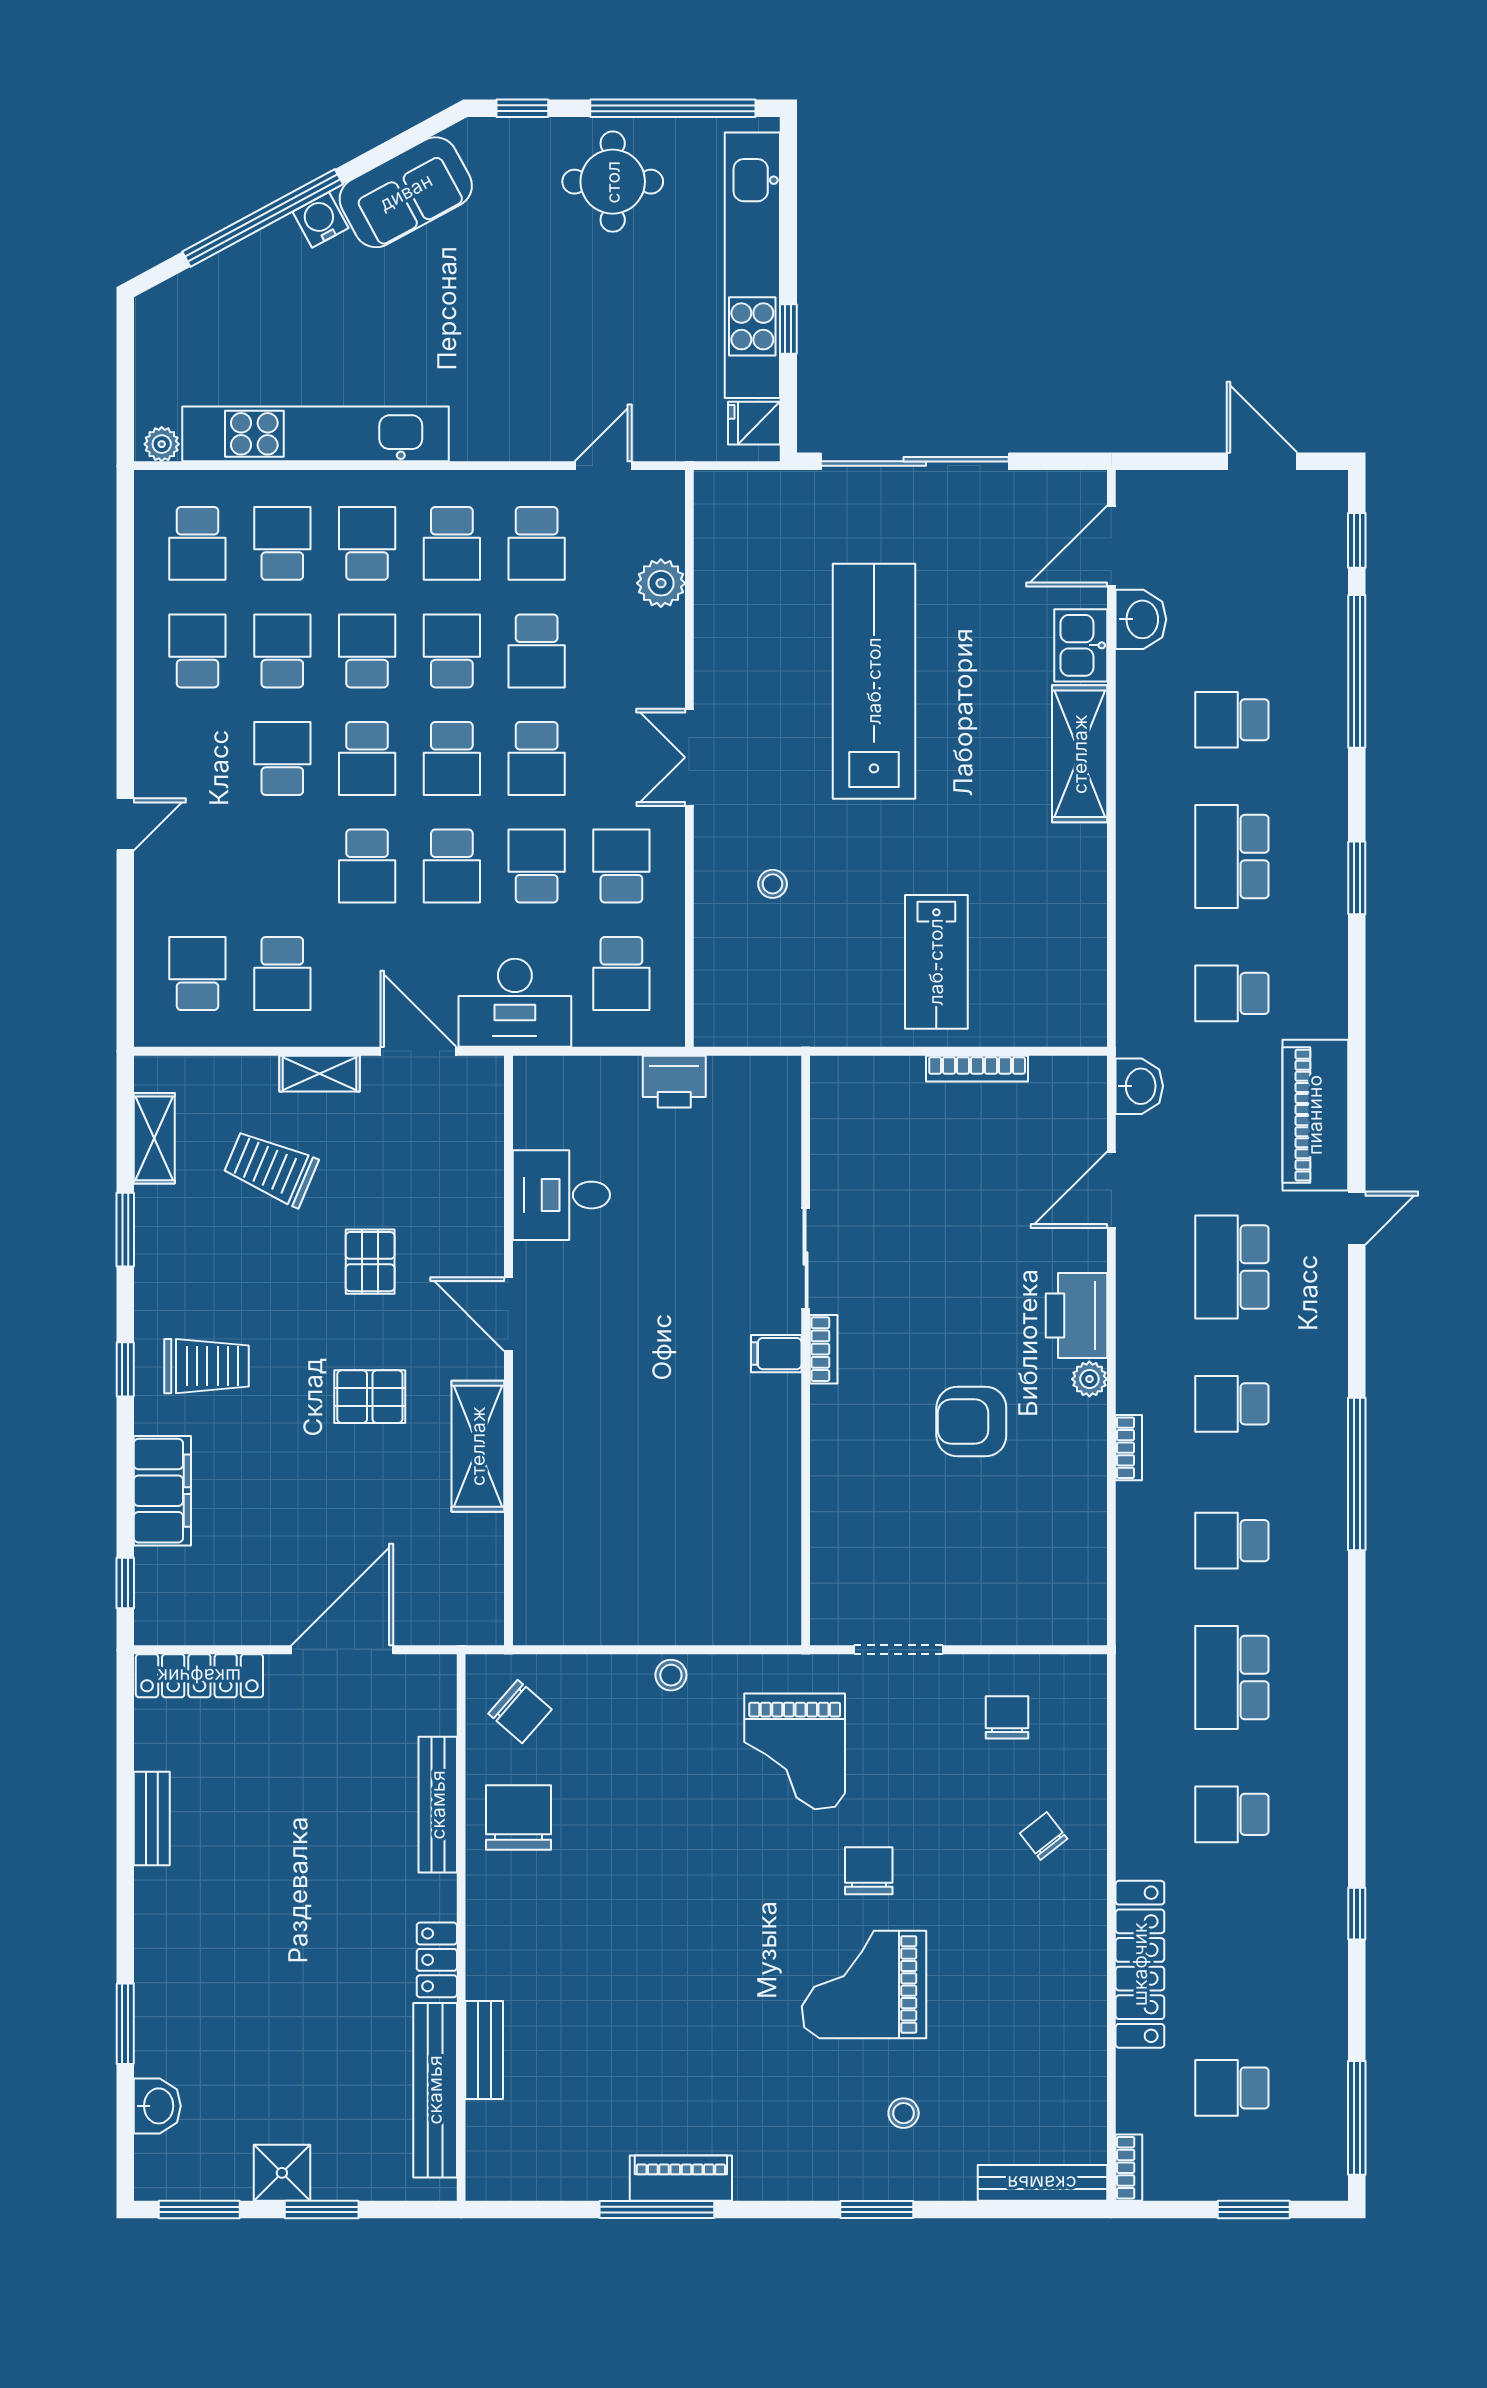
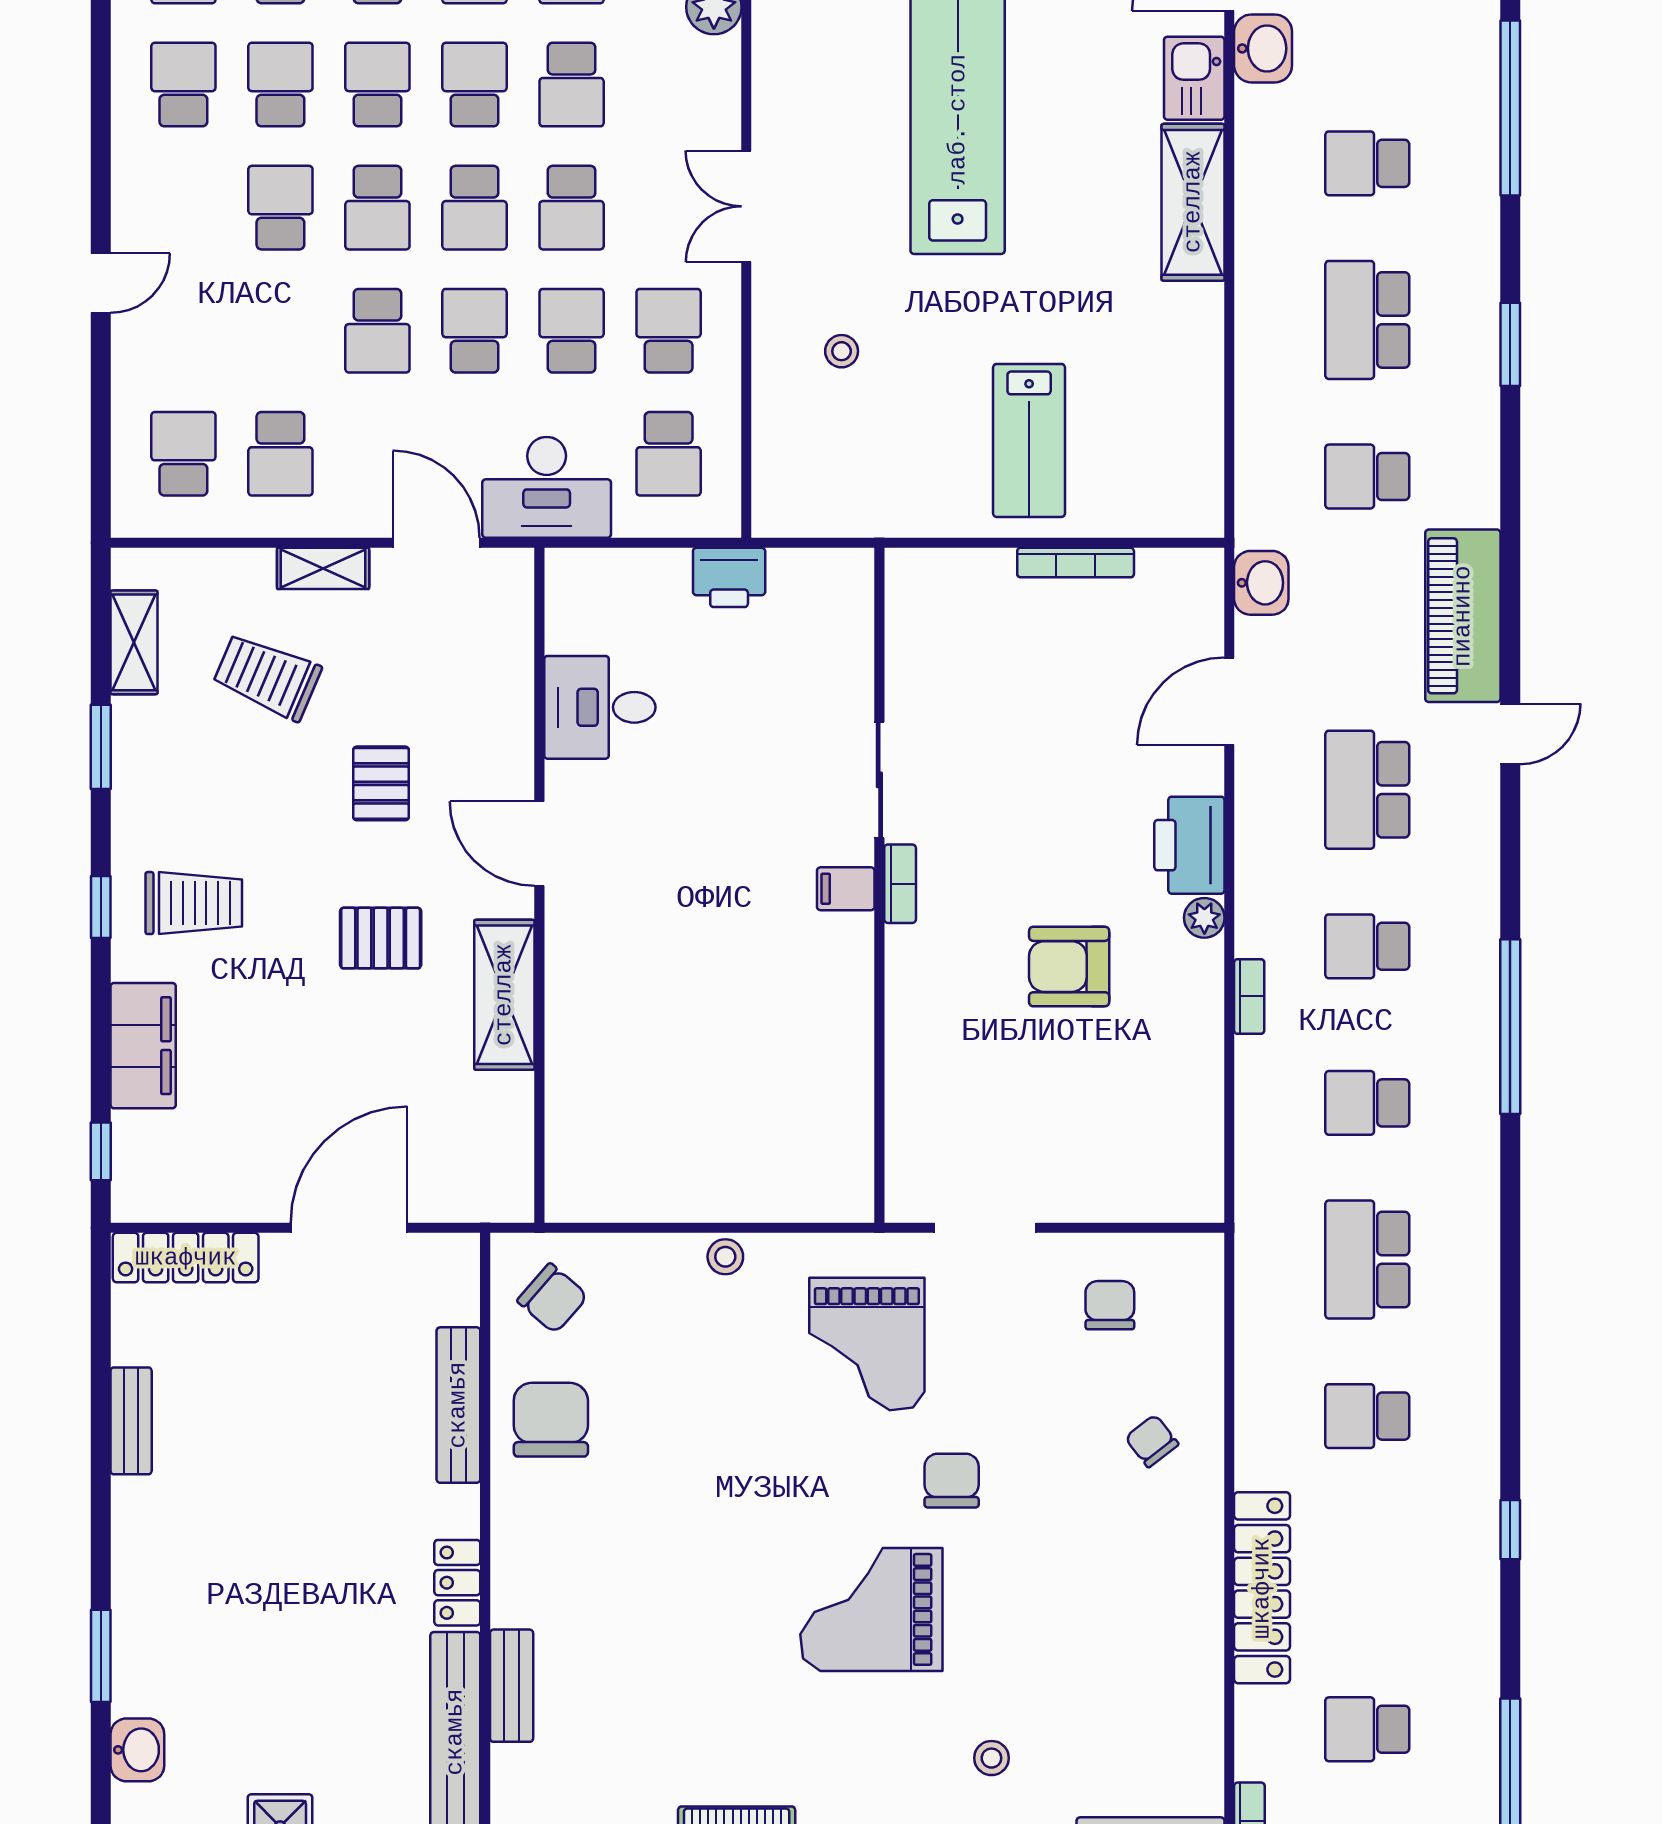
school desk: (452, 866) -> (475, 331), turned 180
grand piano: (864, 1985) -> (871, 1609), moved

